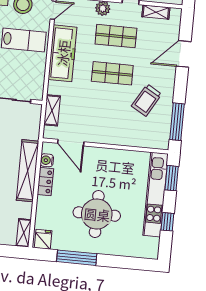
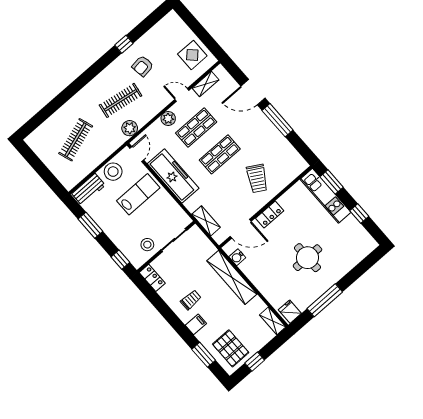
door: (184, 54) -> (253, 92), hinge flipped
trolley: (147, 100) -> (257, 178), moved
window: (177, 122) -> (278, 120), moved
locker: (45, 182) -> (270, 214), moved, turned 90
kitchen unit: (156, 195) -> (325, 196), width x0.73
round table: (97, 214) -> (307, 258), width x0.73, depth x0.73

